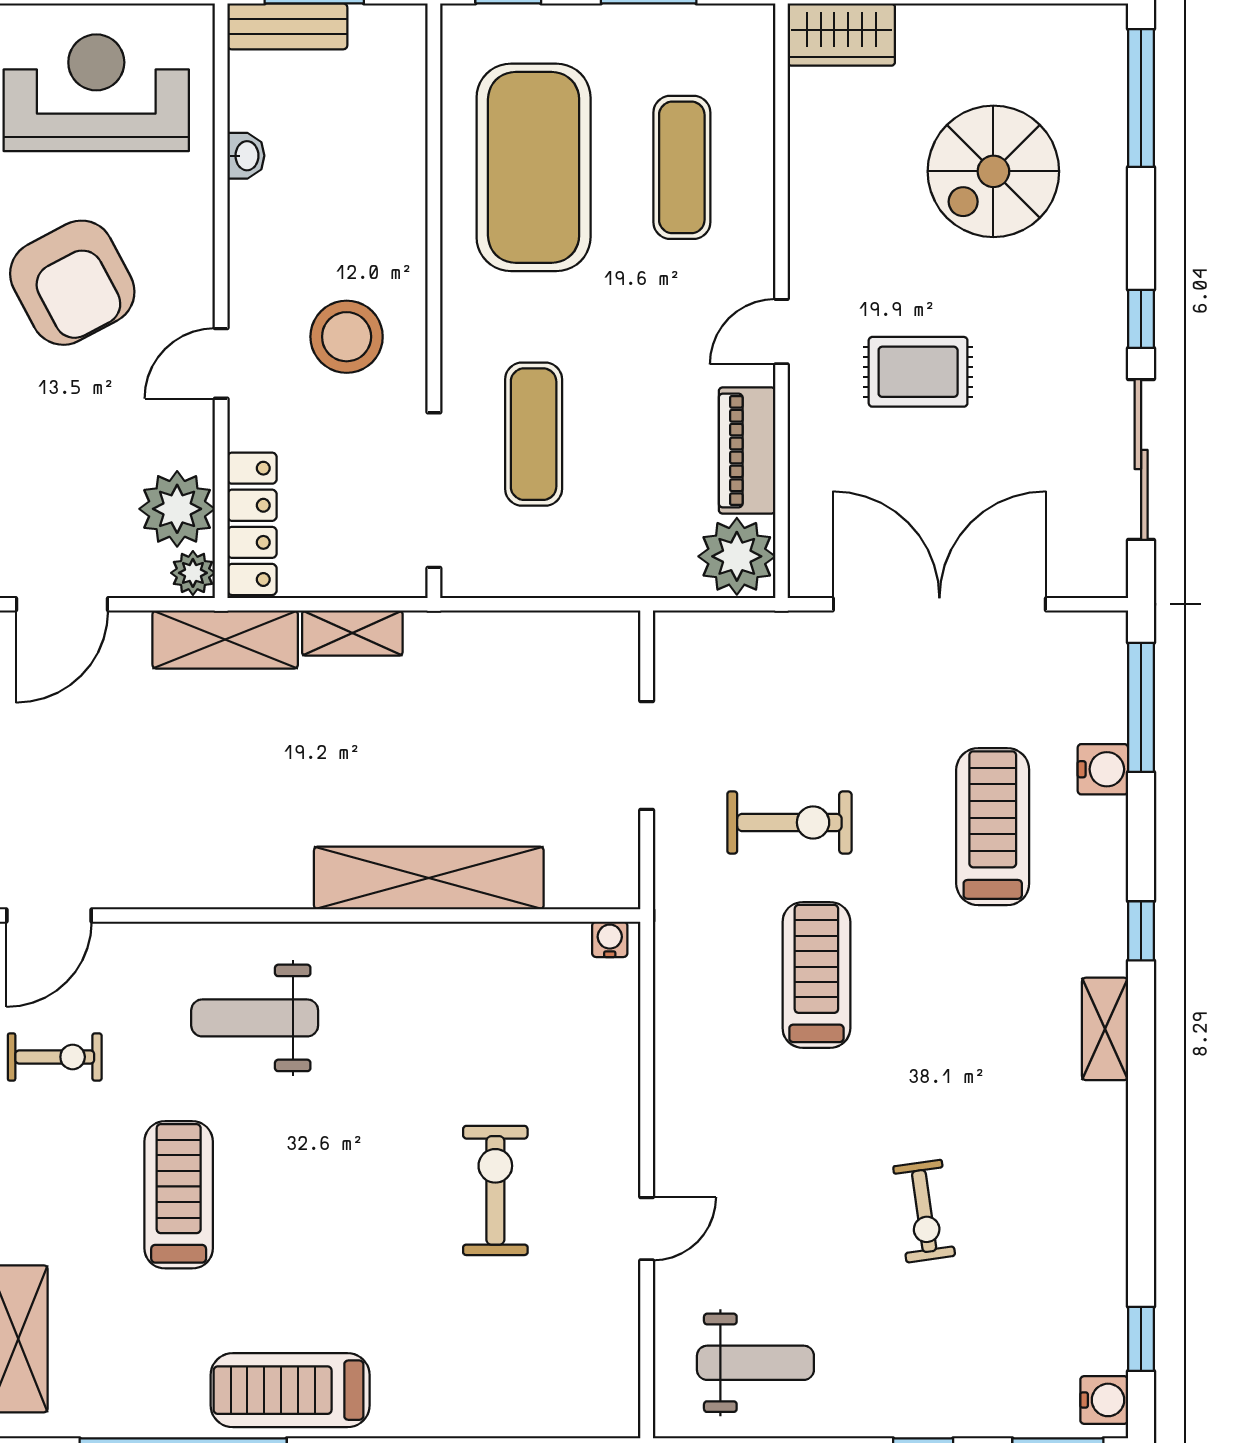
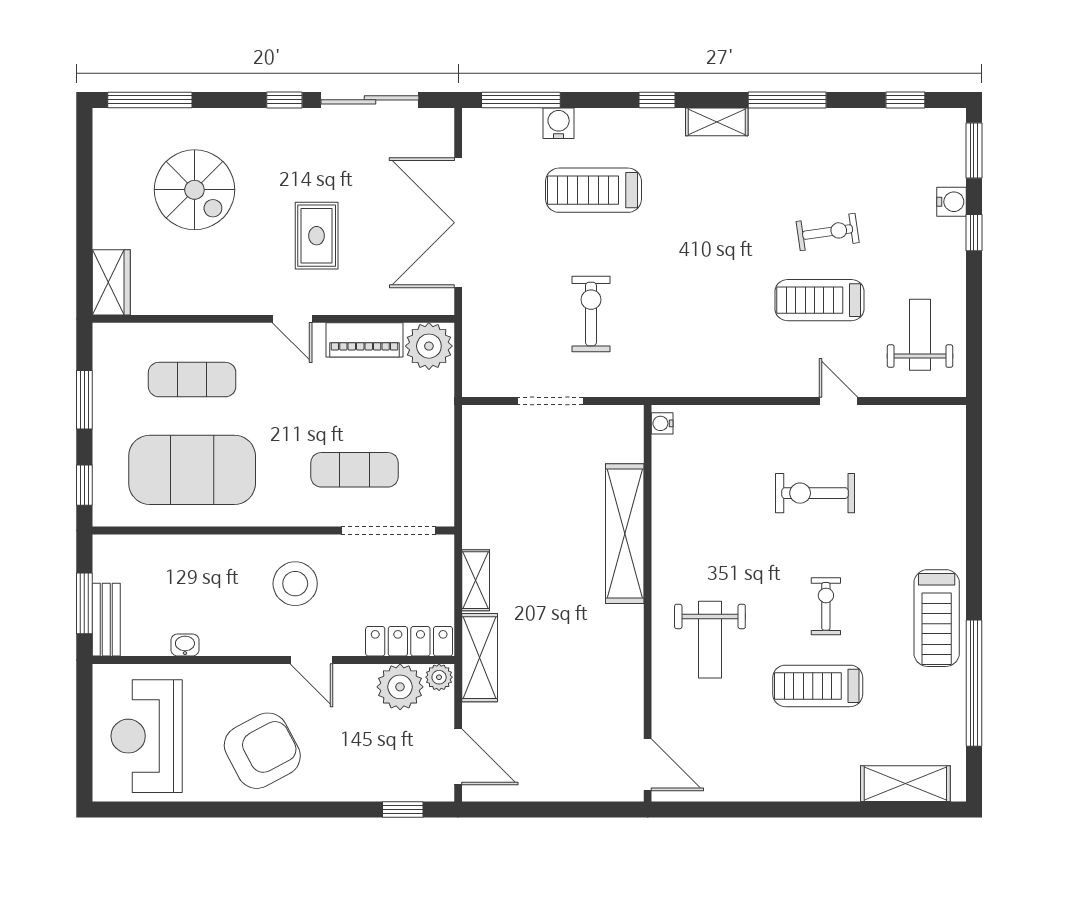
treadmill: (816, 975) -> (820, 300), moved
exercise bike: (55, 1057) -> (826, 606), moved
window: (1141, 1144) -> (787, 100), added
water cooler: (1104, 1400) -> (952, 202), moved, turned 90

